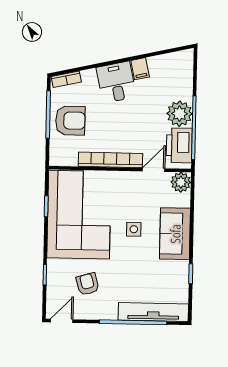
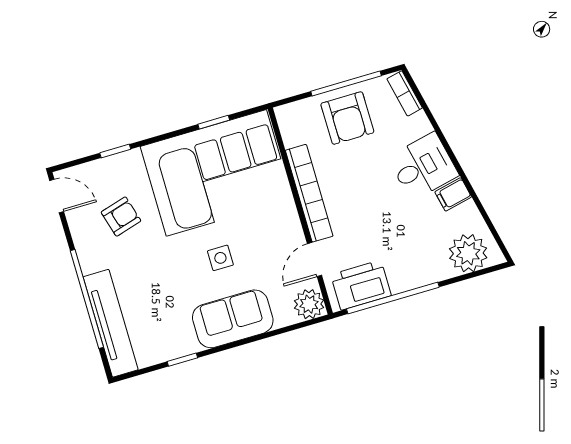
plant: (180, 114) -> (468, 253), moved
door: (154, 170) -> (314, 259), swing flipped

